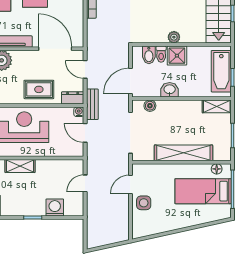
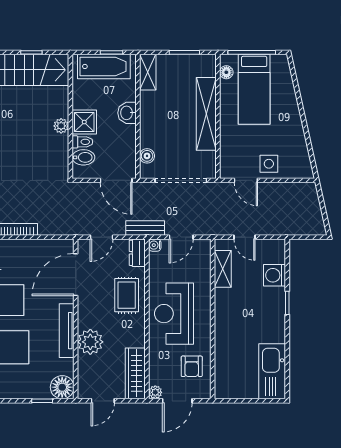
washbasin: (170, 90) -> (127, 113), moved
shelving: (20, 166) -> (223, 269), moved

